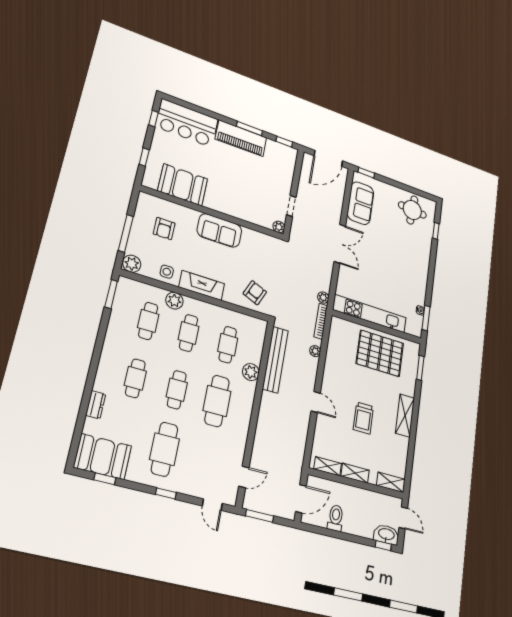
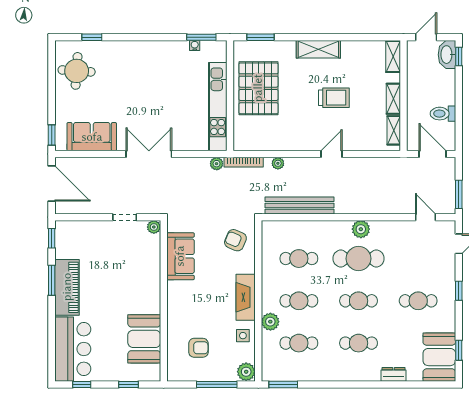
sofa: (219, 230) -> (180, 256), moved
plant: (251, 372) -> (361, 229), moved
cafe table: (164, 449) -> (418, 301), width x0.73, depth x0.74

